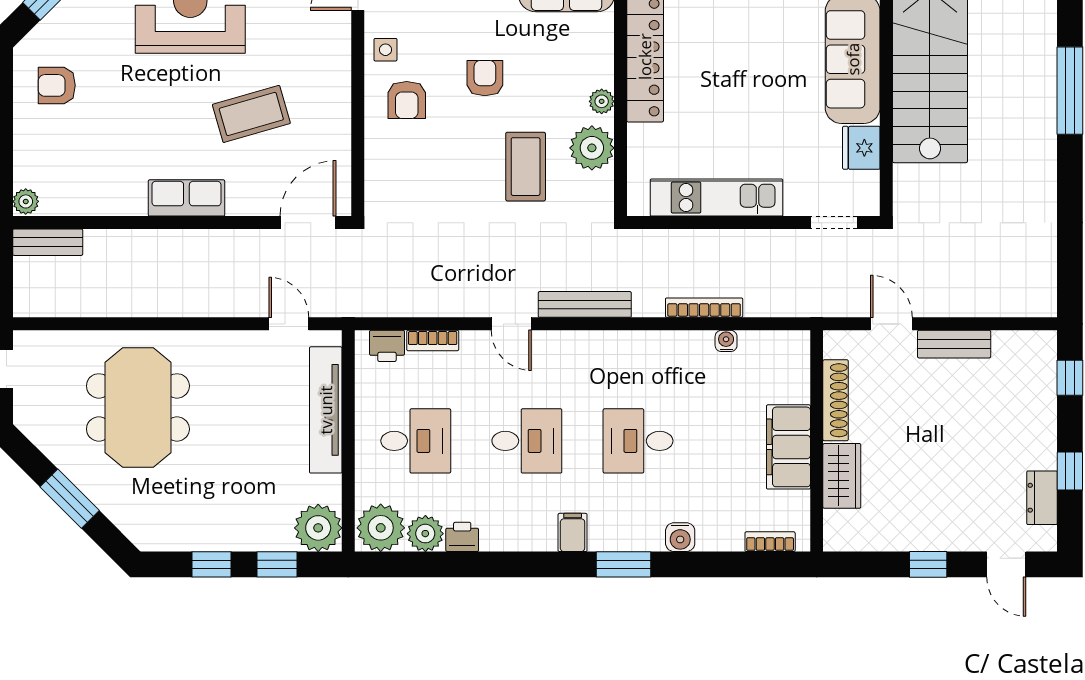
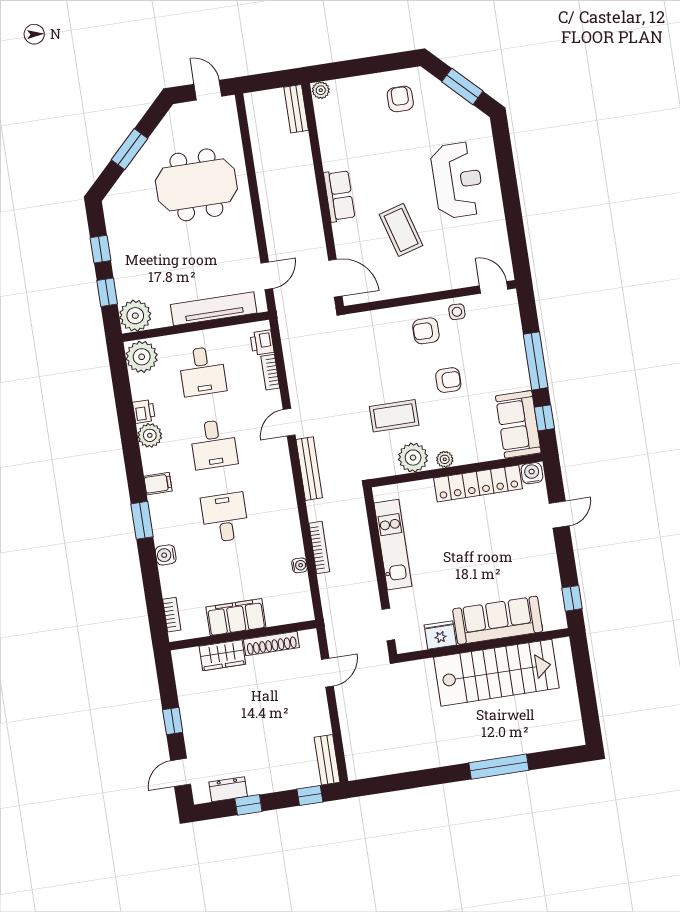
bench: (954, 344) -> (327, 760), moved
plant: (425, 534) -> (150, 435), moved

